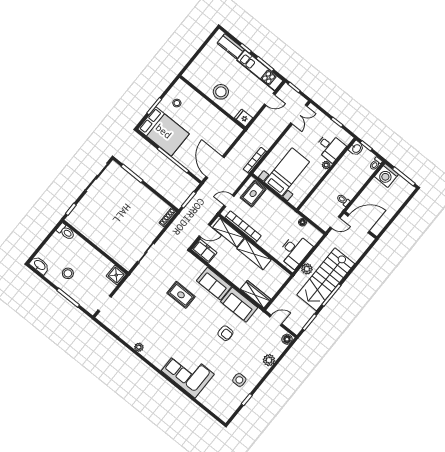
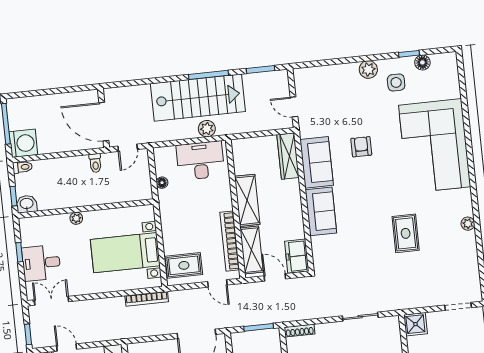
desk: (330, 147) -> (41, 263), moved, turned -90
door: (335, 223) -> (128, 148), swing flipped
rug: (181, 295) -> (406, 233), moved
floor lamp: (287, 339) -> (422, 62), moved
plant: (269, 360) -> (368, 69), moved
corner sofa: (188, 373) -> (435, 146), width x1.36, depth x1.36

